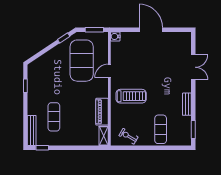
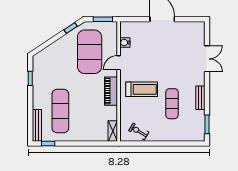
water cooler: (115, 36) -> (125, 43), moved
piano: (102, 112) -> (111, 91), moved
exercise mat: (54, 117) -> (60, 111), width x1.36, depth x1.45
exercise mat: (161, 129) -> (172, 104), moved

